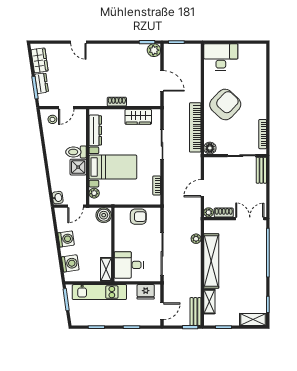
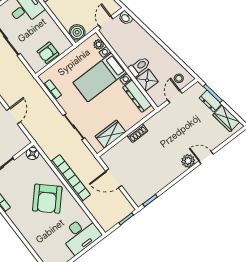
plant: (154, 50) -> (188, 161), moved
bookcase: (195, 127) -> (70, 178), moved
shower: (78, 167) -> (147, 80), moved

